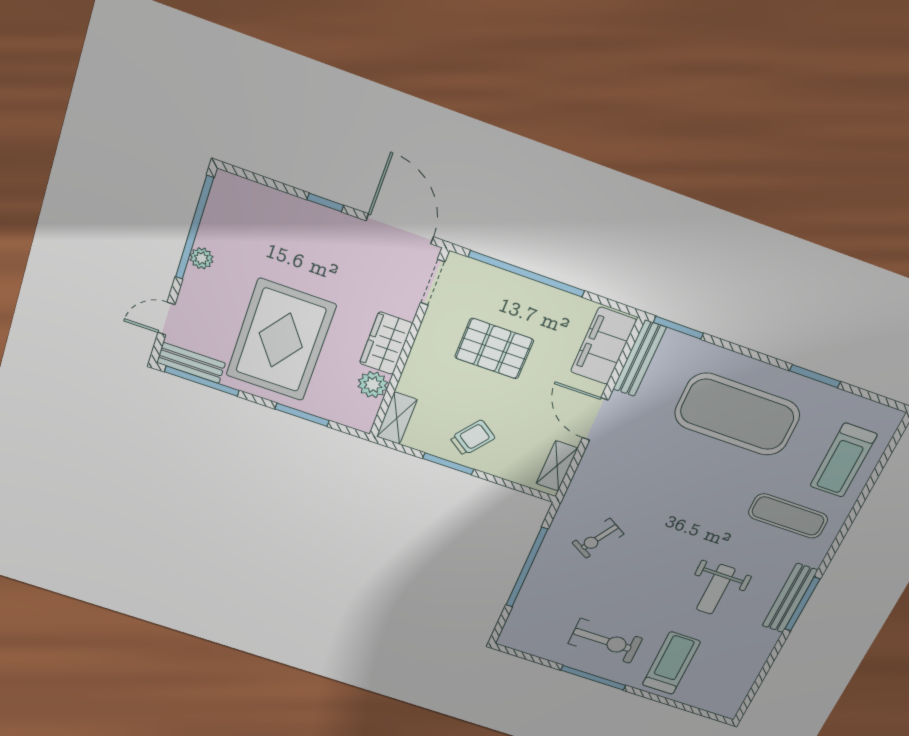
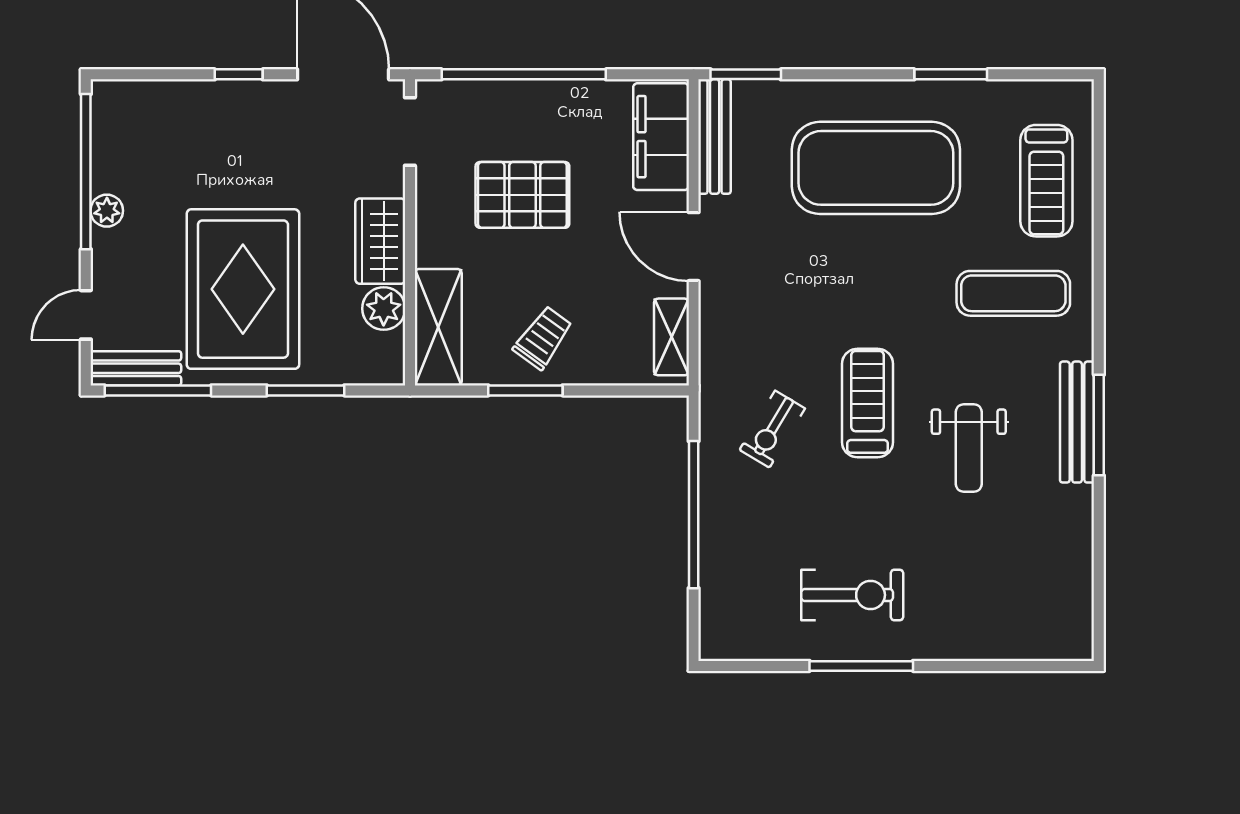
shelving: (397, 418) -> (438, 327), width x1.50, depth x1.33
treadmill: (671, 663) -> (867, 403), moved

